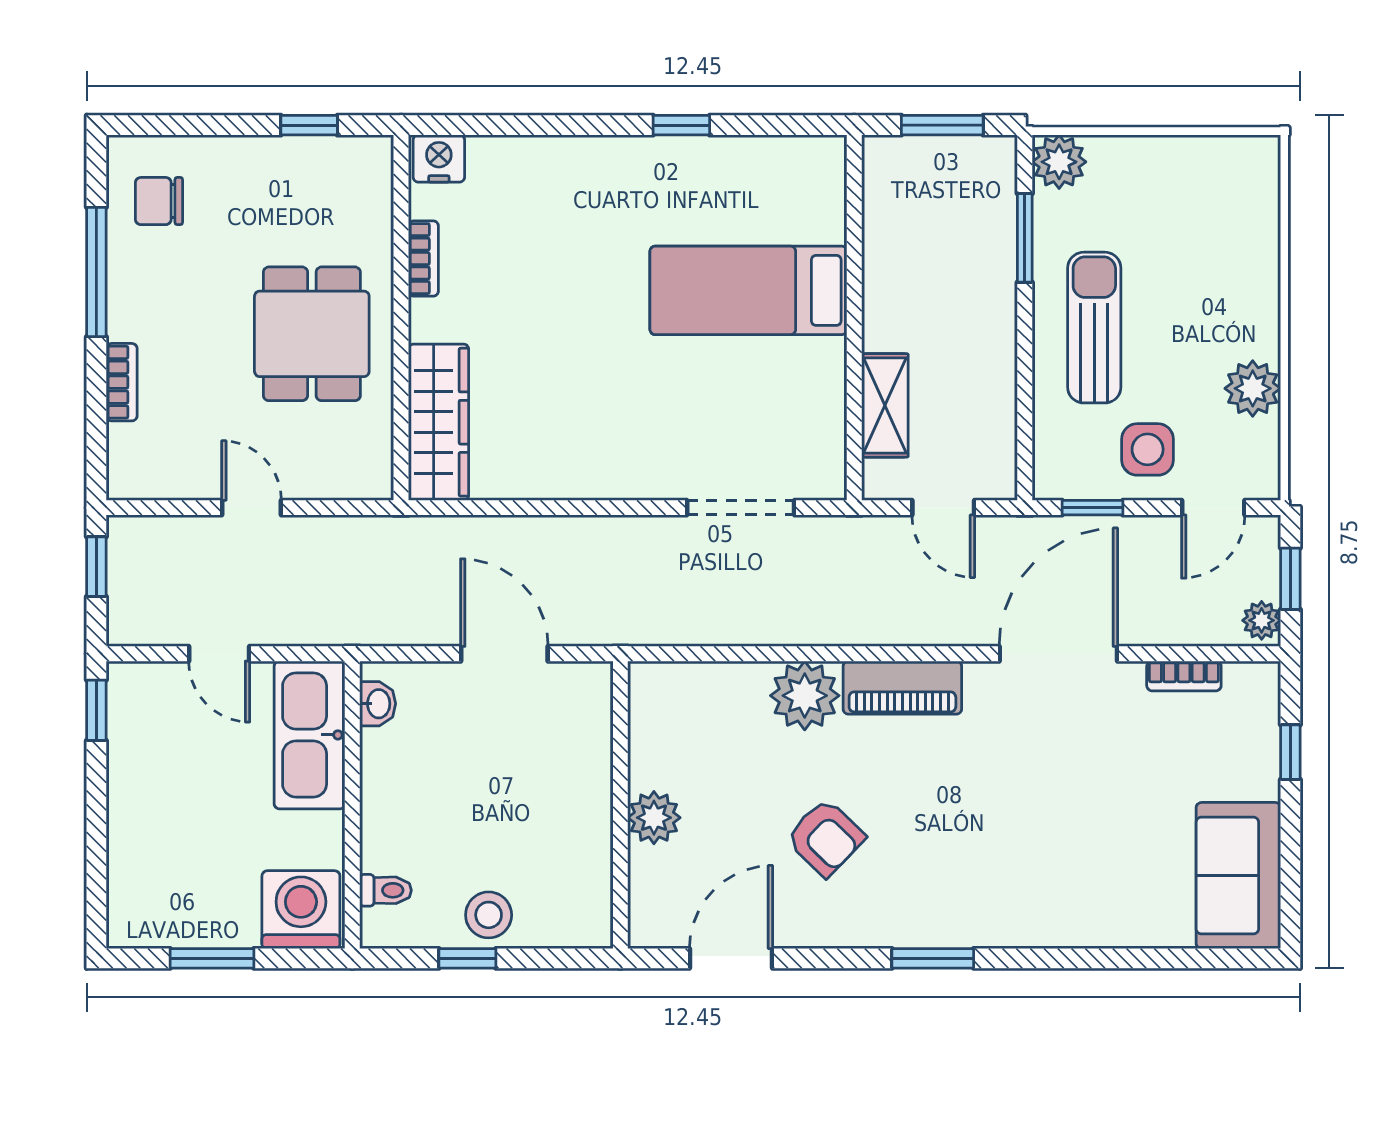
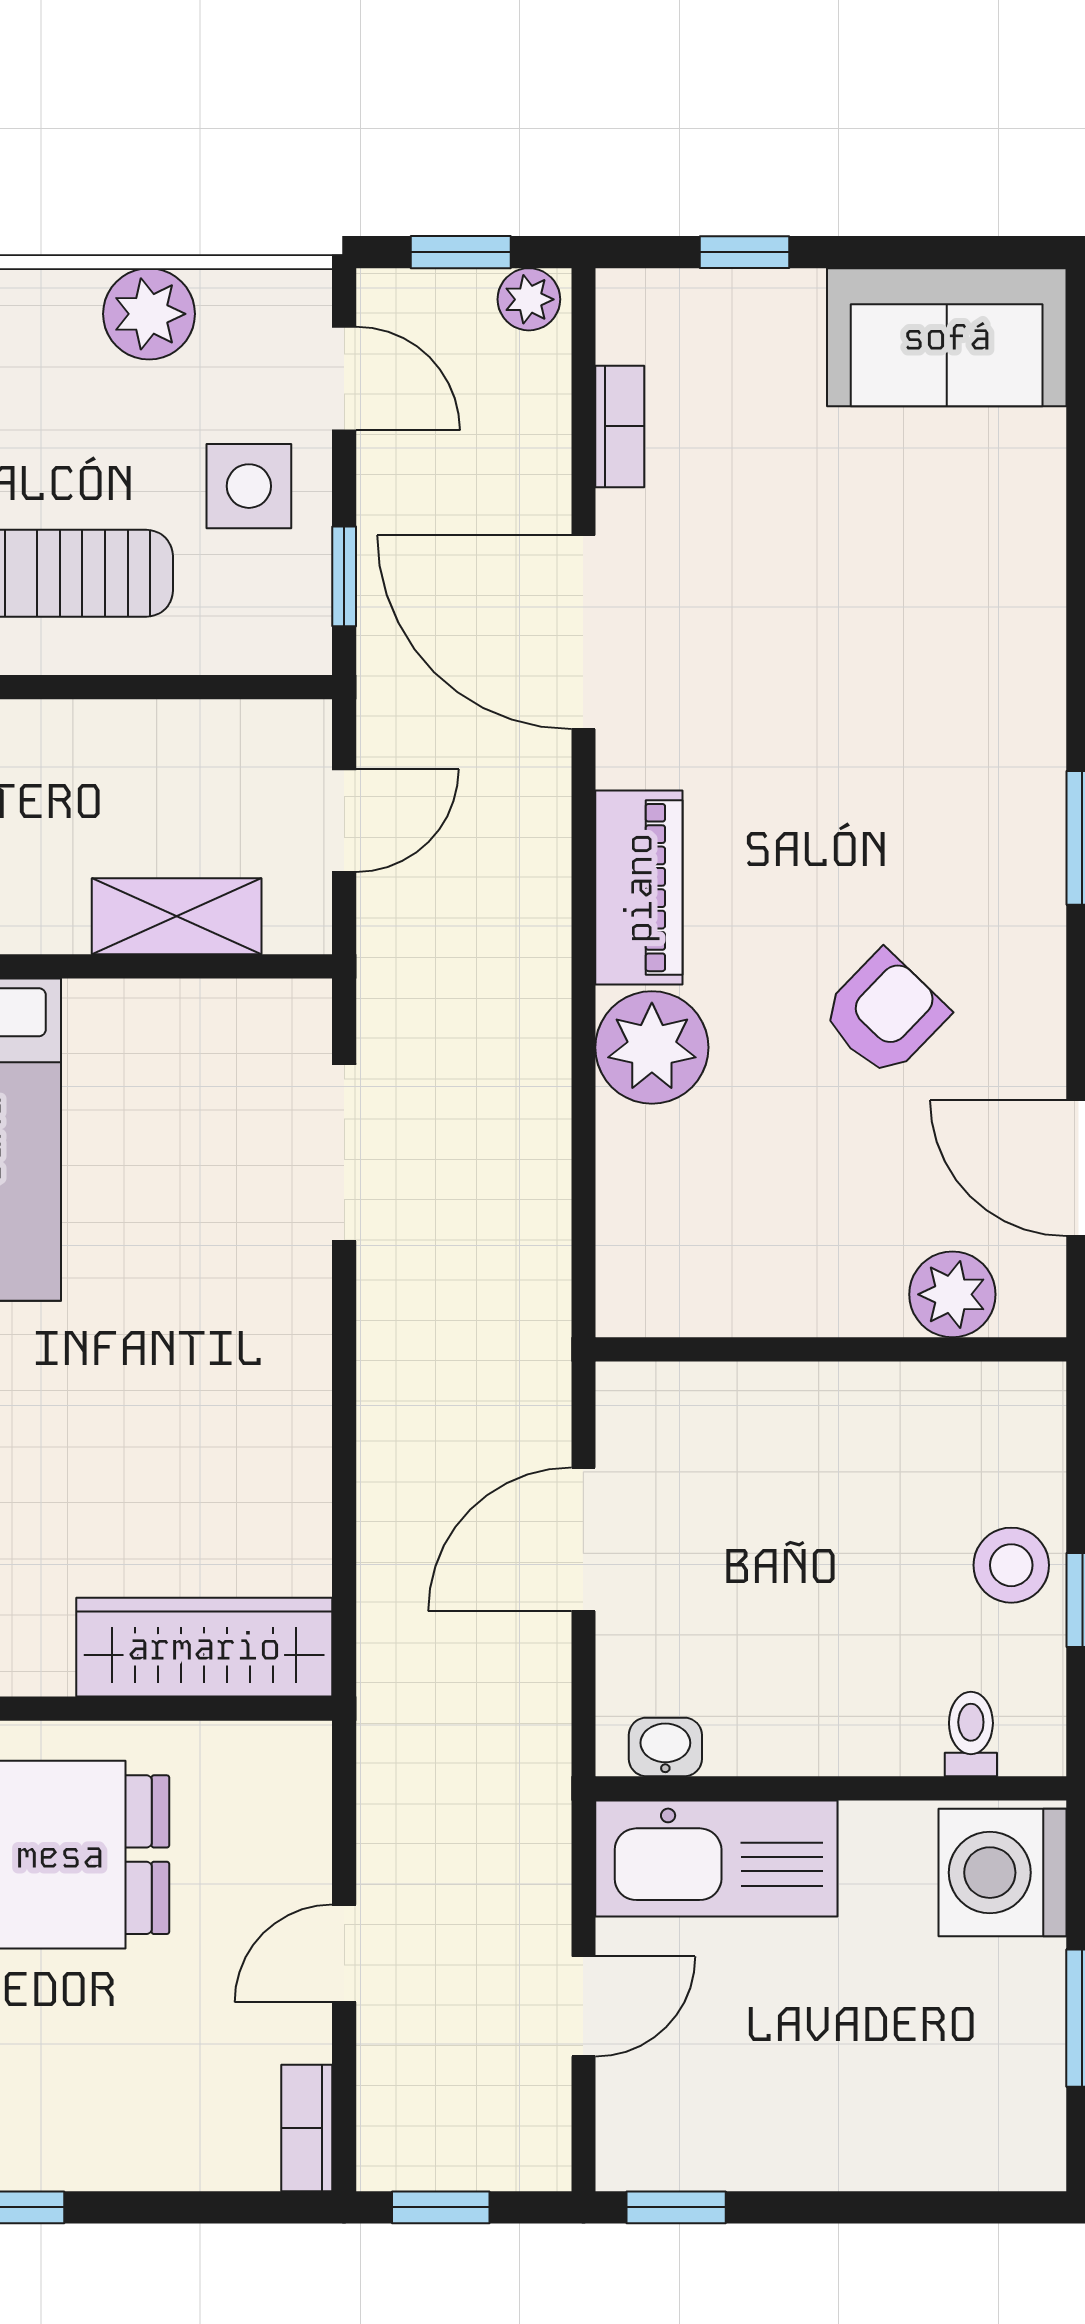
bookcase: (122, 382) -> (307, 2128), moved, turned -90
plant: (654, 818) -> (952, 1294), moved

